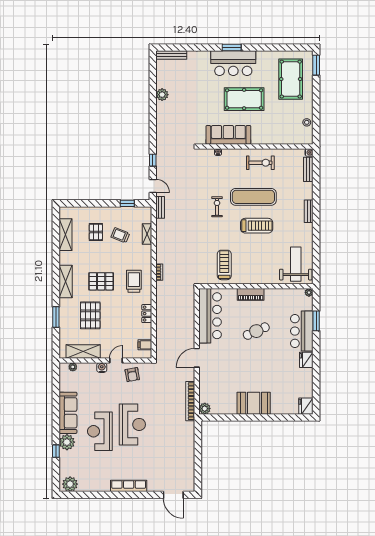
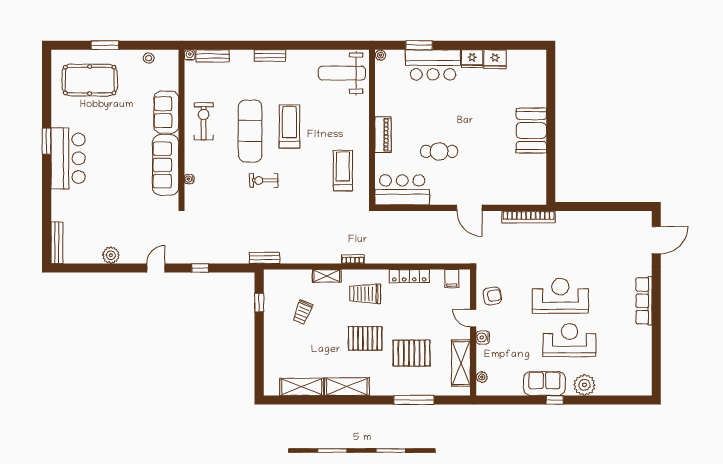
window: (232, 47) -> (47, 141), moved
window: (316, 65) -> (105, 45), moved
pool table: (244, 99) -> (117, 144), removed
sofa: (267, 135) -> (166, 112), added
door: (153, 186) -> (156, 268), moved
pallet: (96, 232) -> (298, 345), removed
shelving: (147, 234) -> (327, 276), moved
treadmill: (224, 265) -> (343, 171), turned 90
pallet: (101, 281) -> (365, 338), turned 90
shelving: (66, 282) -> (347, 387), moved
locker: (147, 314) -> (409, 276), width x1.53
bar counter: (210, 316) -> (402, 190), width x0.73
window: (56, 317) -> (414, 400), width x1.44
cafe table: (256, 331) -> (439, 151), moved, turned -66
fridge: (306, 406) -> (495, 59), moved
plant: (205, 409) -> (539, 197), removed
sofa: (68, 413) -> (544, 384), width x0.73
reception desk: (100, 431) -> (570, 340), turned 180
window: (56, 451) -> (555, 400), moved
plant: (70, 484) -> (642, 381), removed

